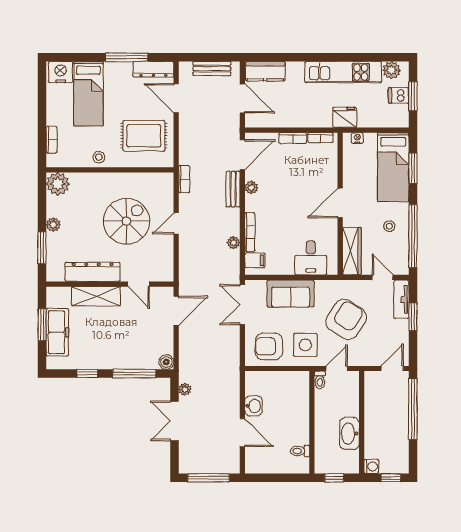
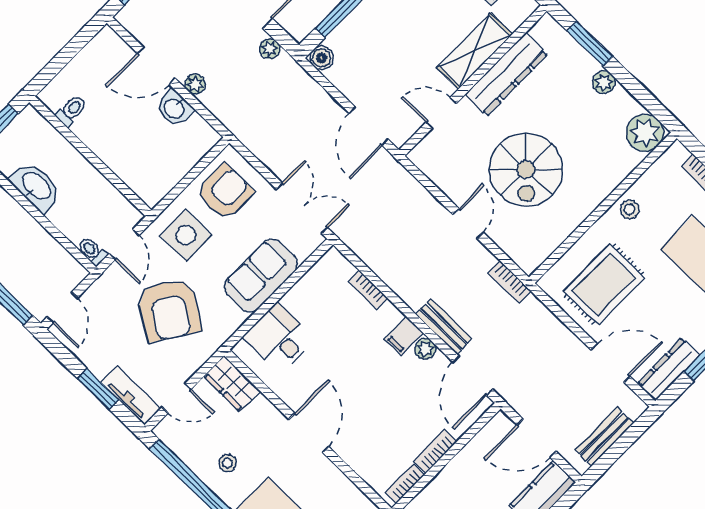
bookcase: (250, 232) -> (368, 290), width x0.64
plant: (234, 243) -> (195, 84), moved
wardrobe: (352, 251) -> (232, 384), width x0.67
filing cabinet: (255, 260) -> (404, 336), moved
toilet: (320, 380) -> (92, 251), moved

